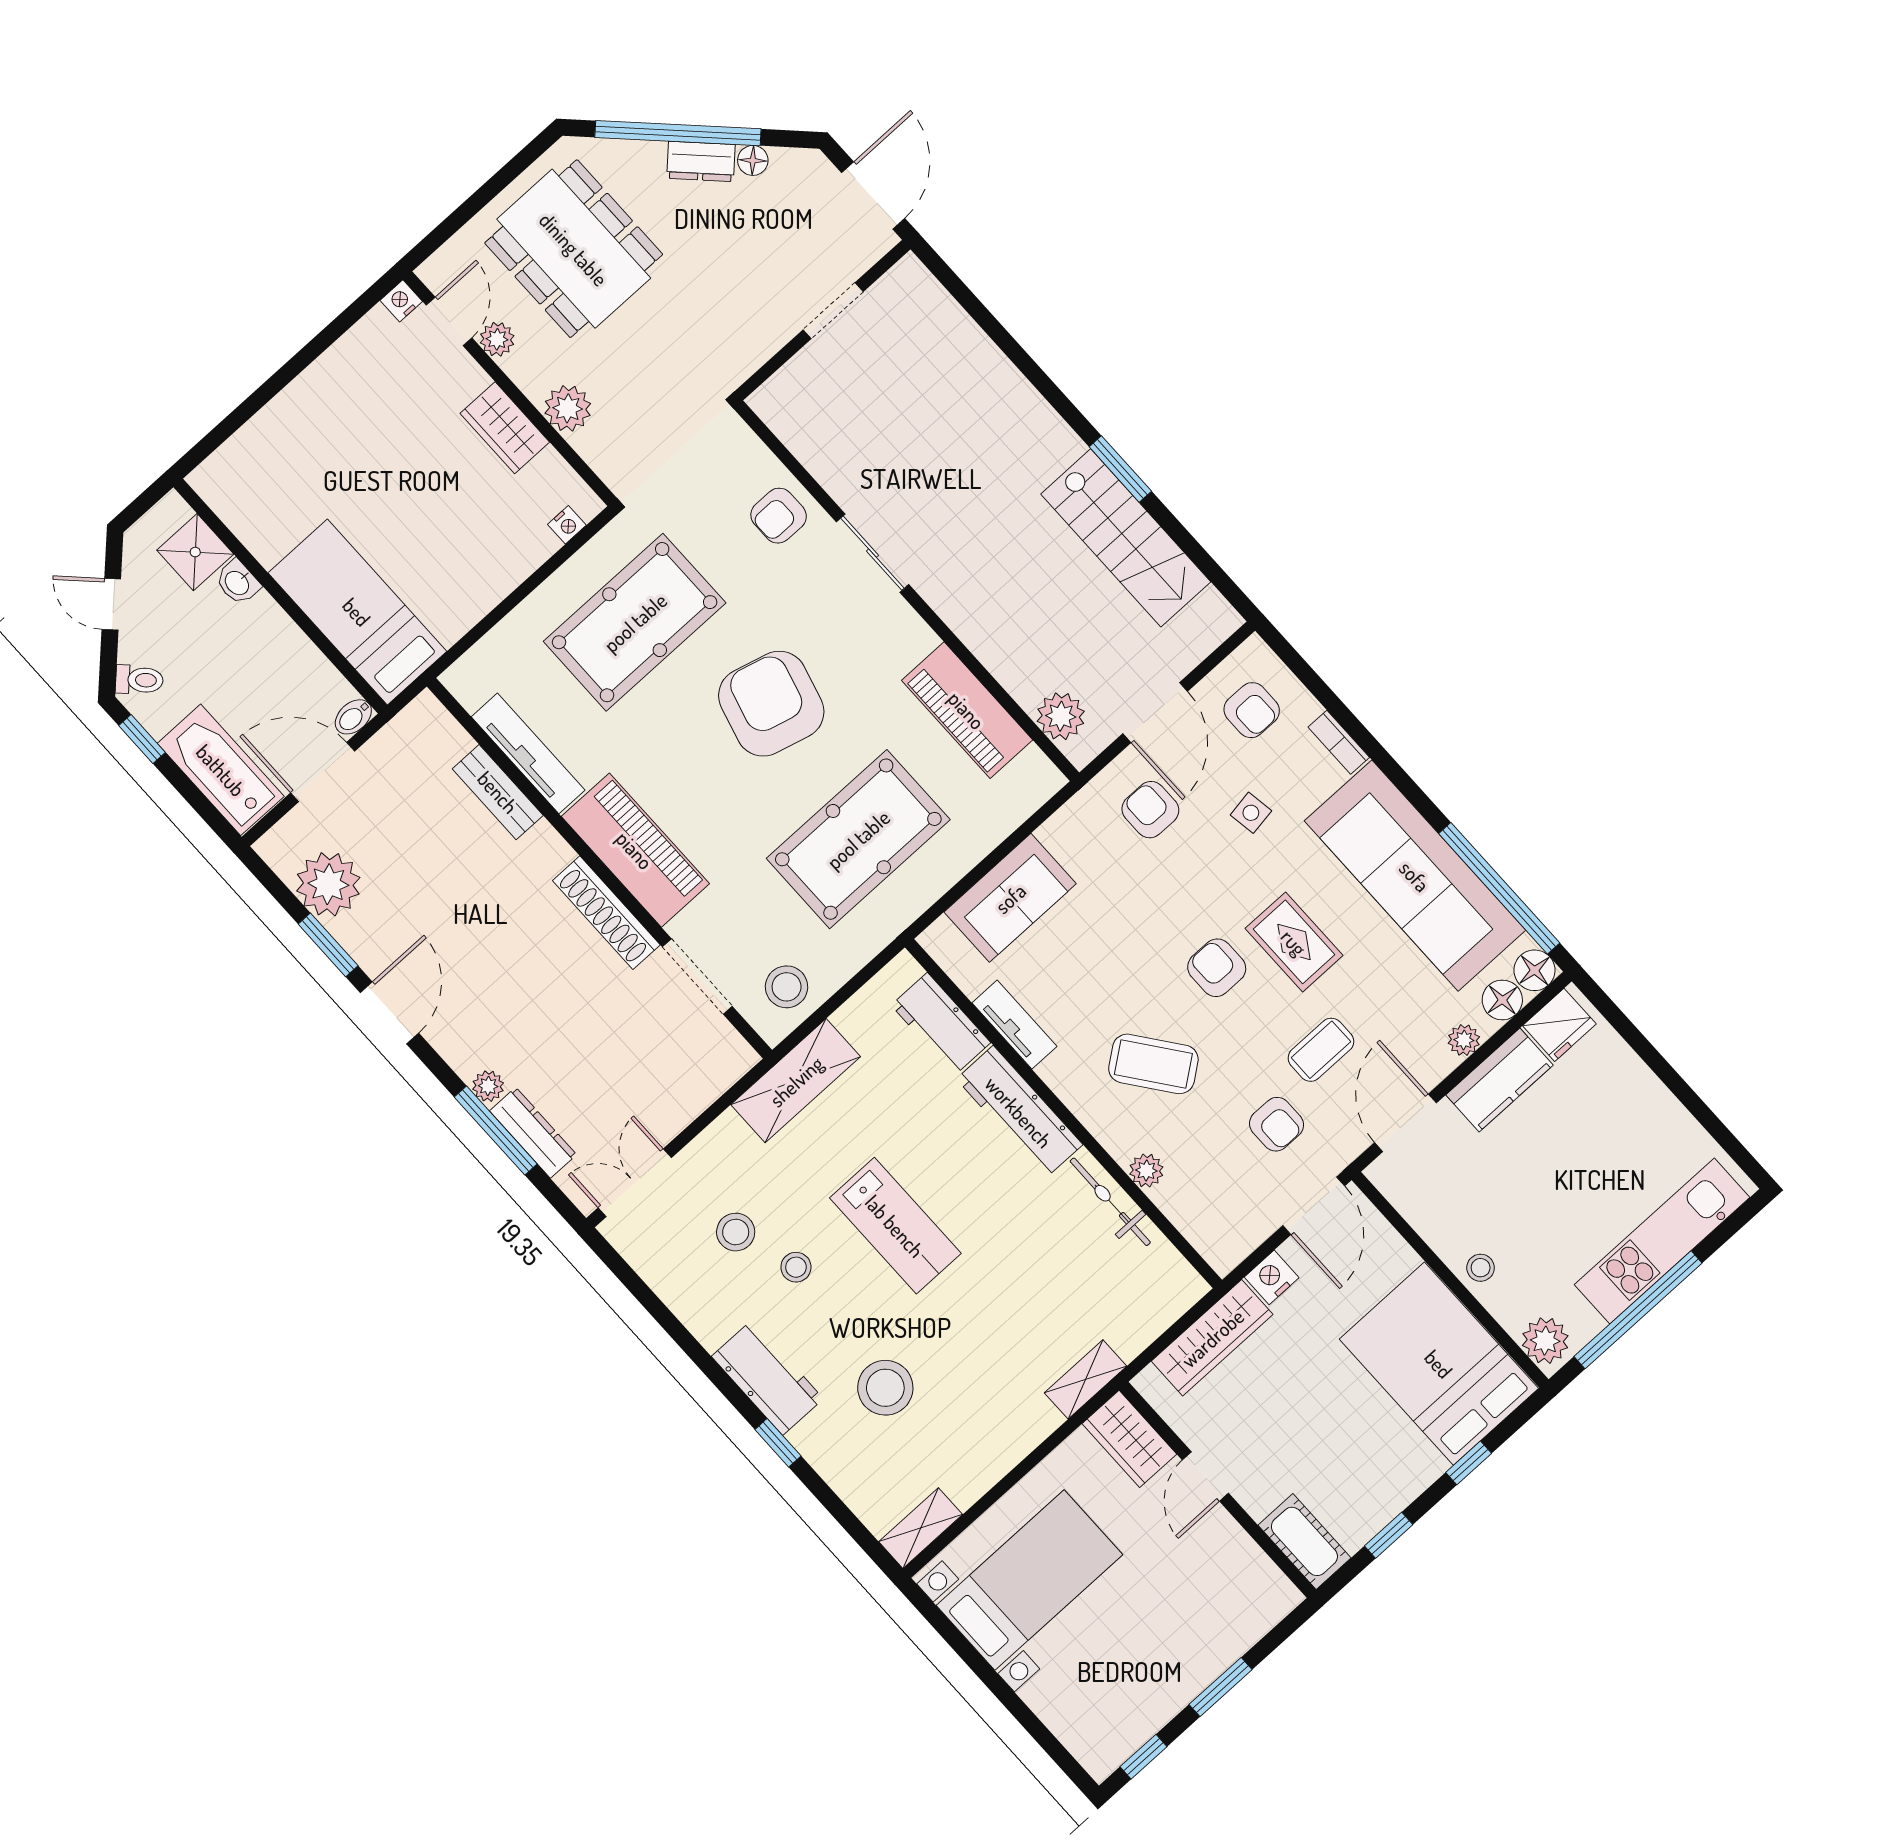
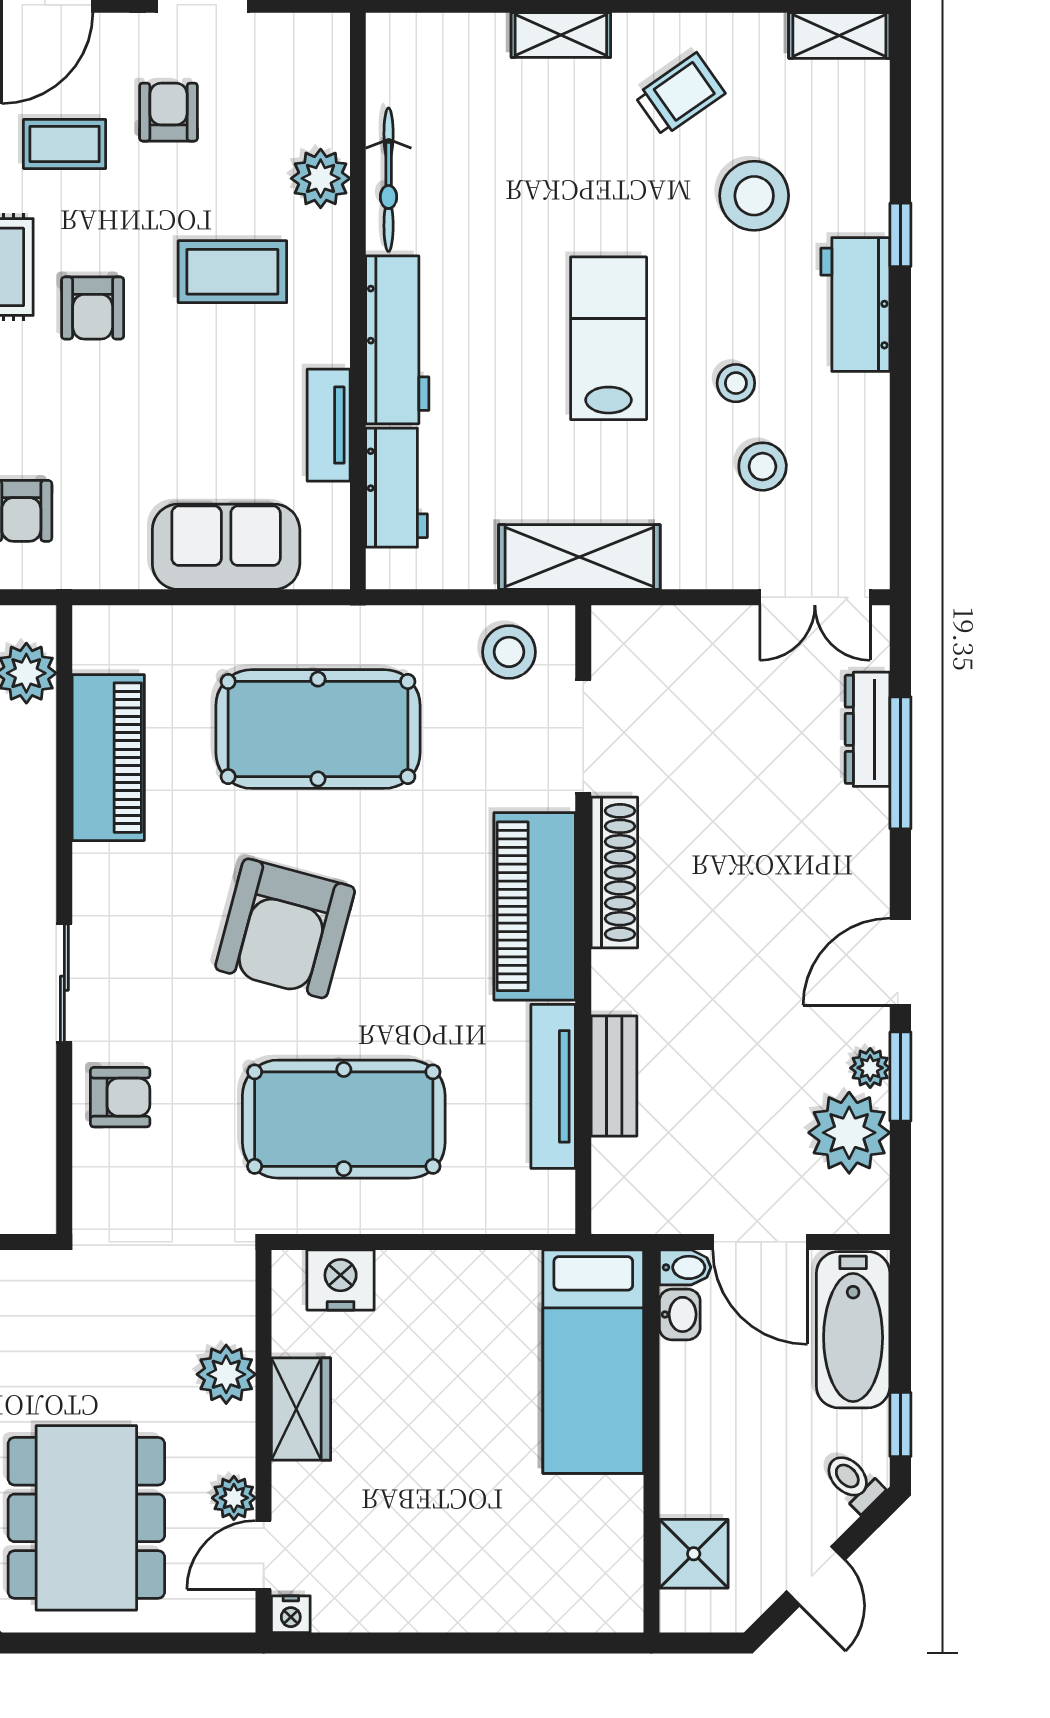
nightstand: (567, 525) -> (341, 1280), width x1.89, depth x1.79
washbasin: (238, 582) -> (680, 1314), moved
coffee table: (1153, 1064) -> (232, 272), turned -53
plant: (488, 1086) -> (870, 1068), moved
plant: (1146, 1170) -> (321, 178), width x1.38, depth x1.38
trolley: (983, 1408) -> (680, 94), added

